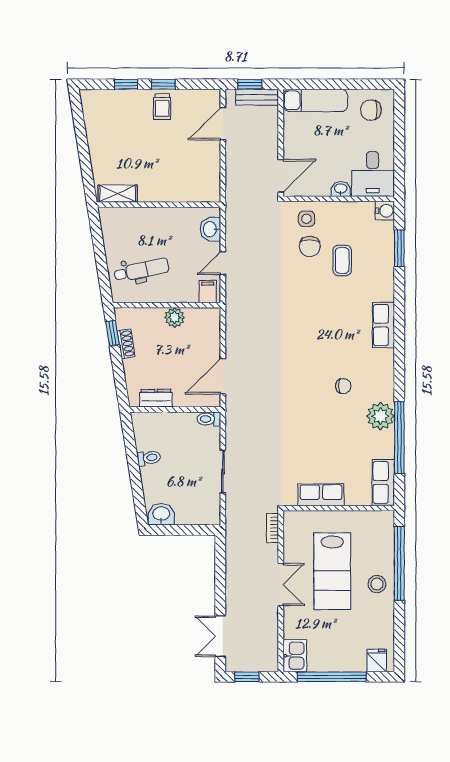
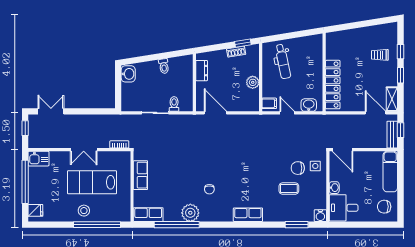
trolley: (162, 107) -> (380, 55), moved
chair: (371, 110) -> (384, 207), turned -90
locker: (178, 191) -> (333, 85), added
shelving: (118, 194) -> (392, 99), moved
toilet: (209, 419) -> (174, 104), moved

